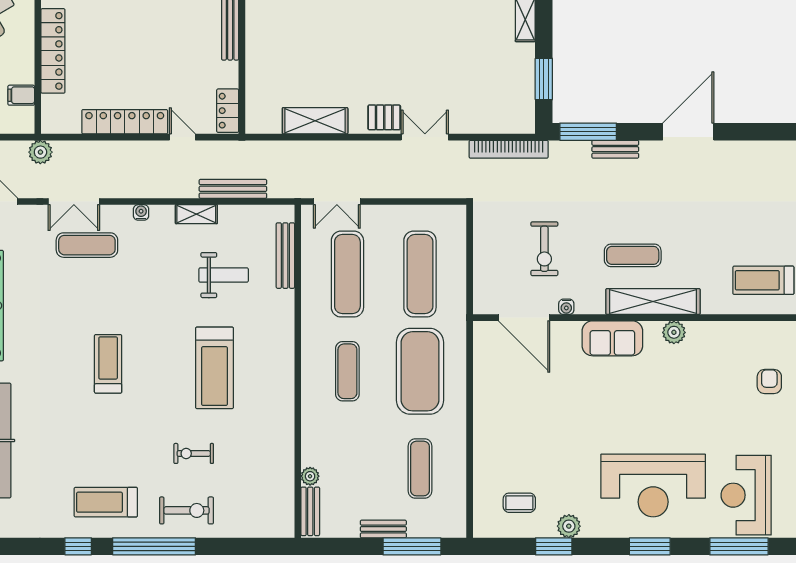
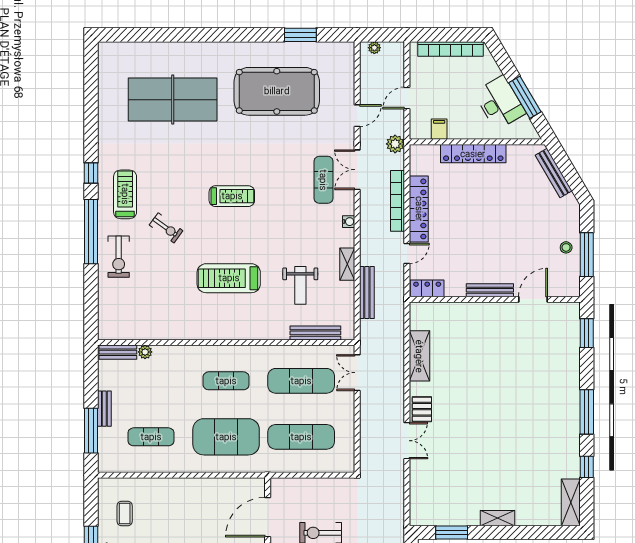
bookcase: (509, 149) -> (397, 201), moved
exercise bike: (194, 453) -> (166, 228), moved, turned 126

